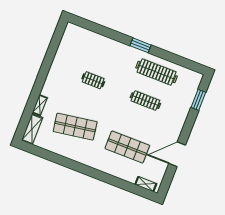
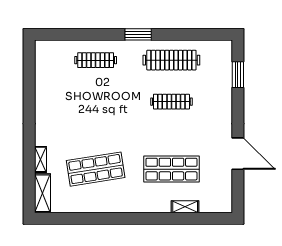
clothes rail: (93, 80) -> (96, 60), moved, width x1.36
door: (177, 154) -> (238, 154), swing flipped
shelving: (146, 184) -> (185, 207), moved

